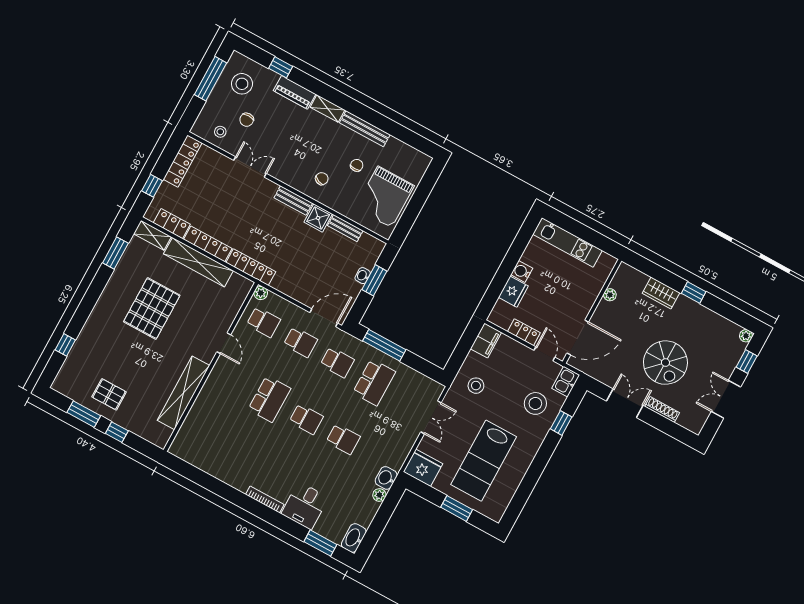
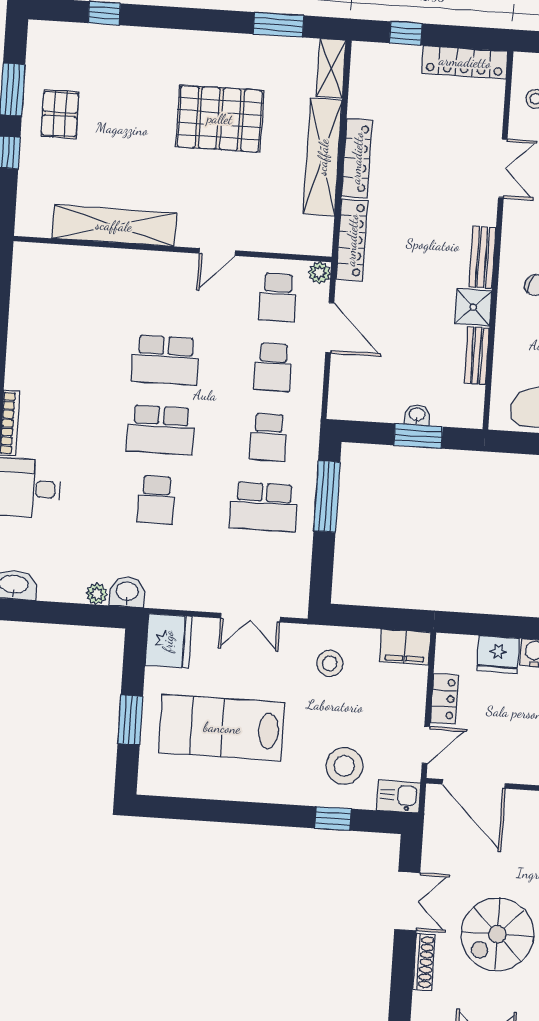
locker: (172, 224) -> (362, 90), removed
door: (324, 318) -> (330, 328), moved
school desk: (306, 419) -> (161, 430), width x1.85

